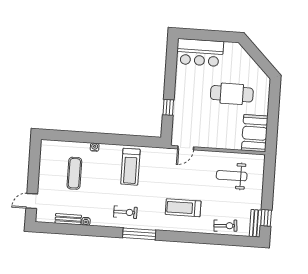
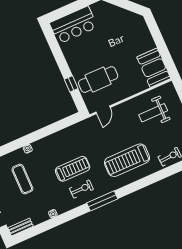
cafe table: (232, 94) -> (98, 80), moved
treadmill: (130, 167) -> (73, 169), moved, turned -90
treadmill: (183, 208) -> (127, 160), width x1.37, depth x1.38
bench: (68, 219) -> (21, 227), moved

